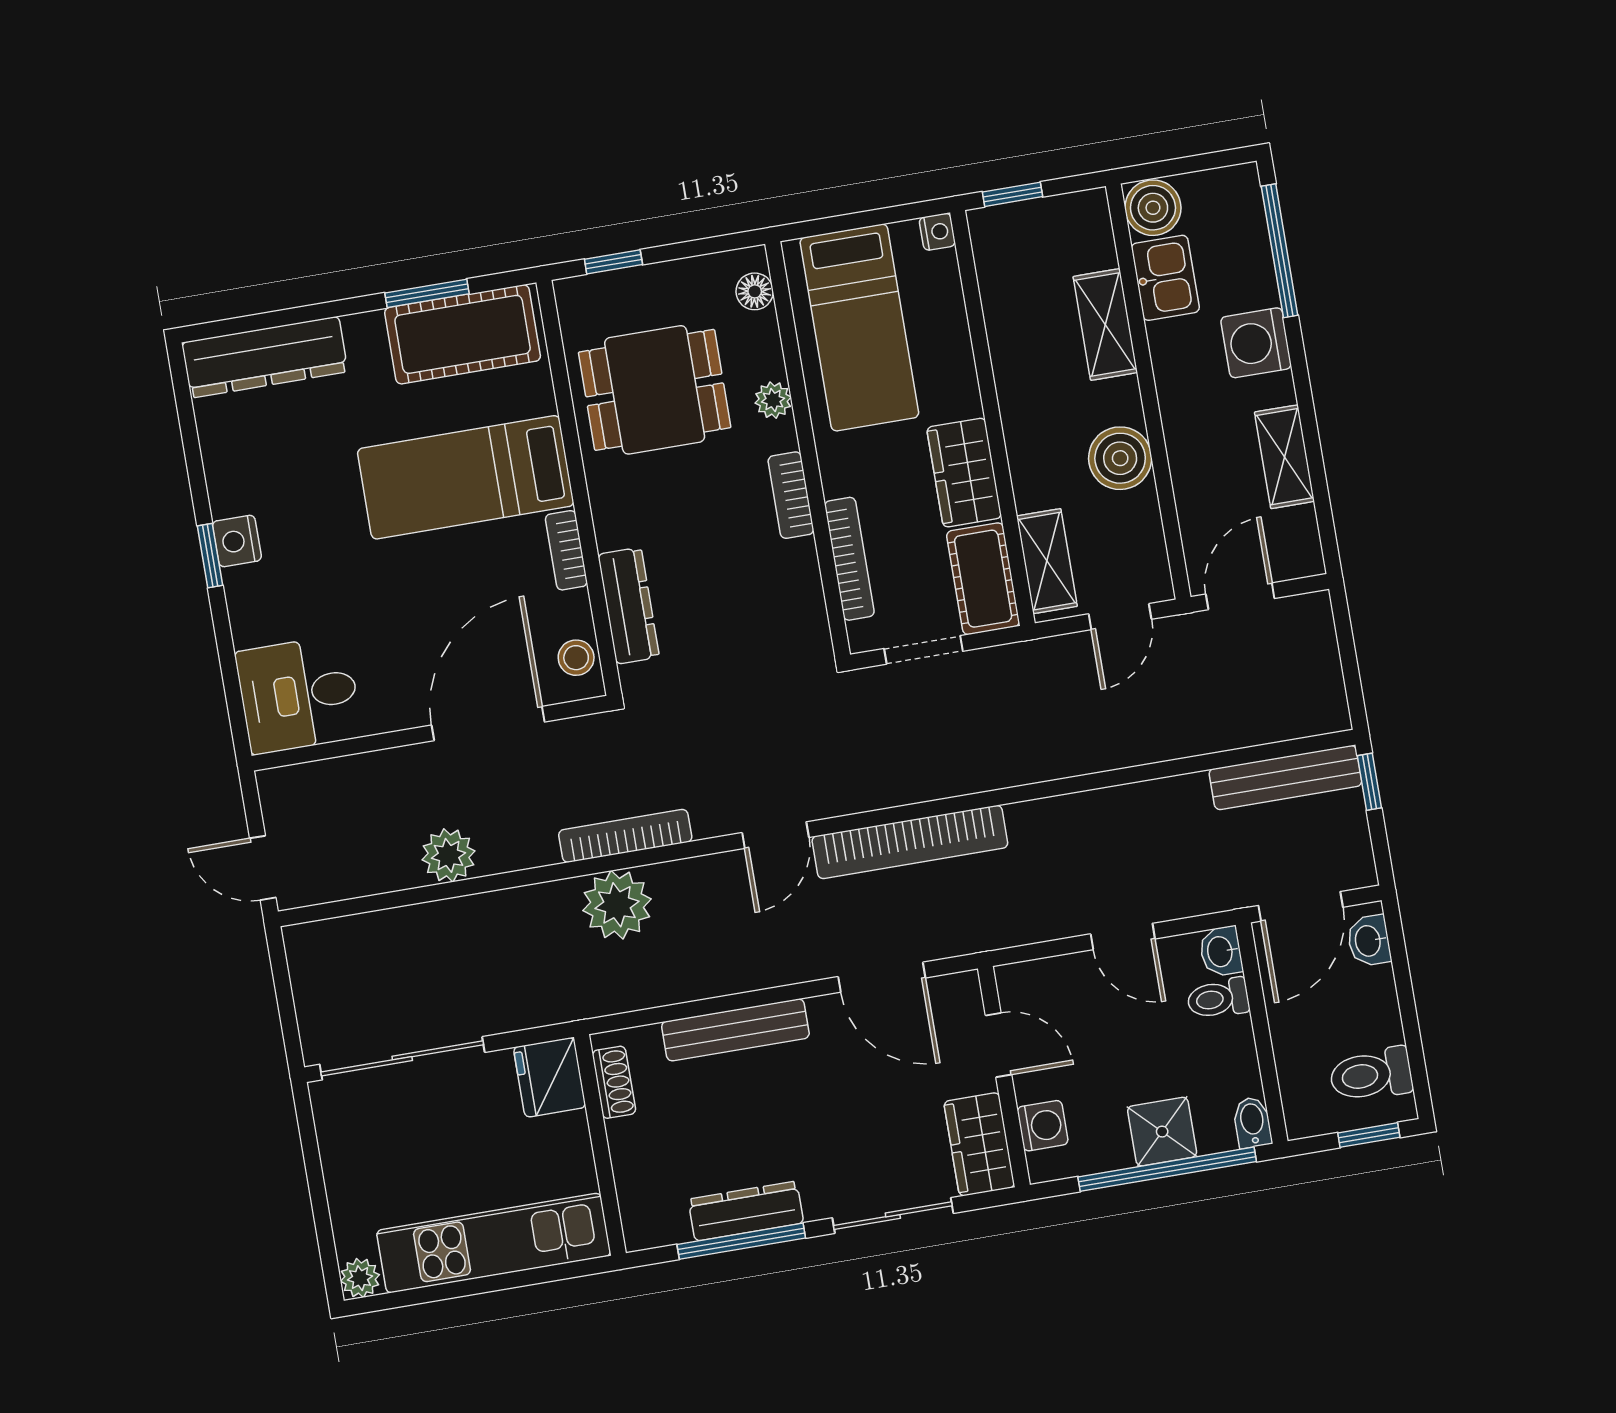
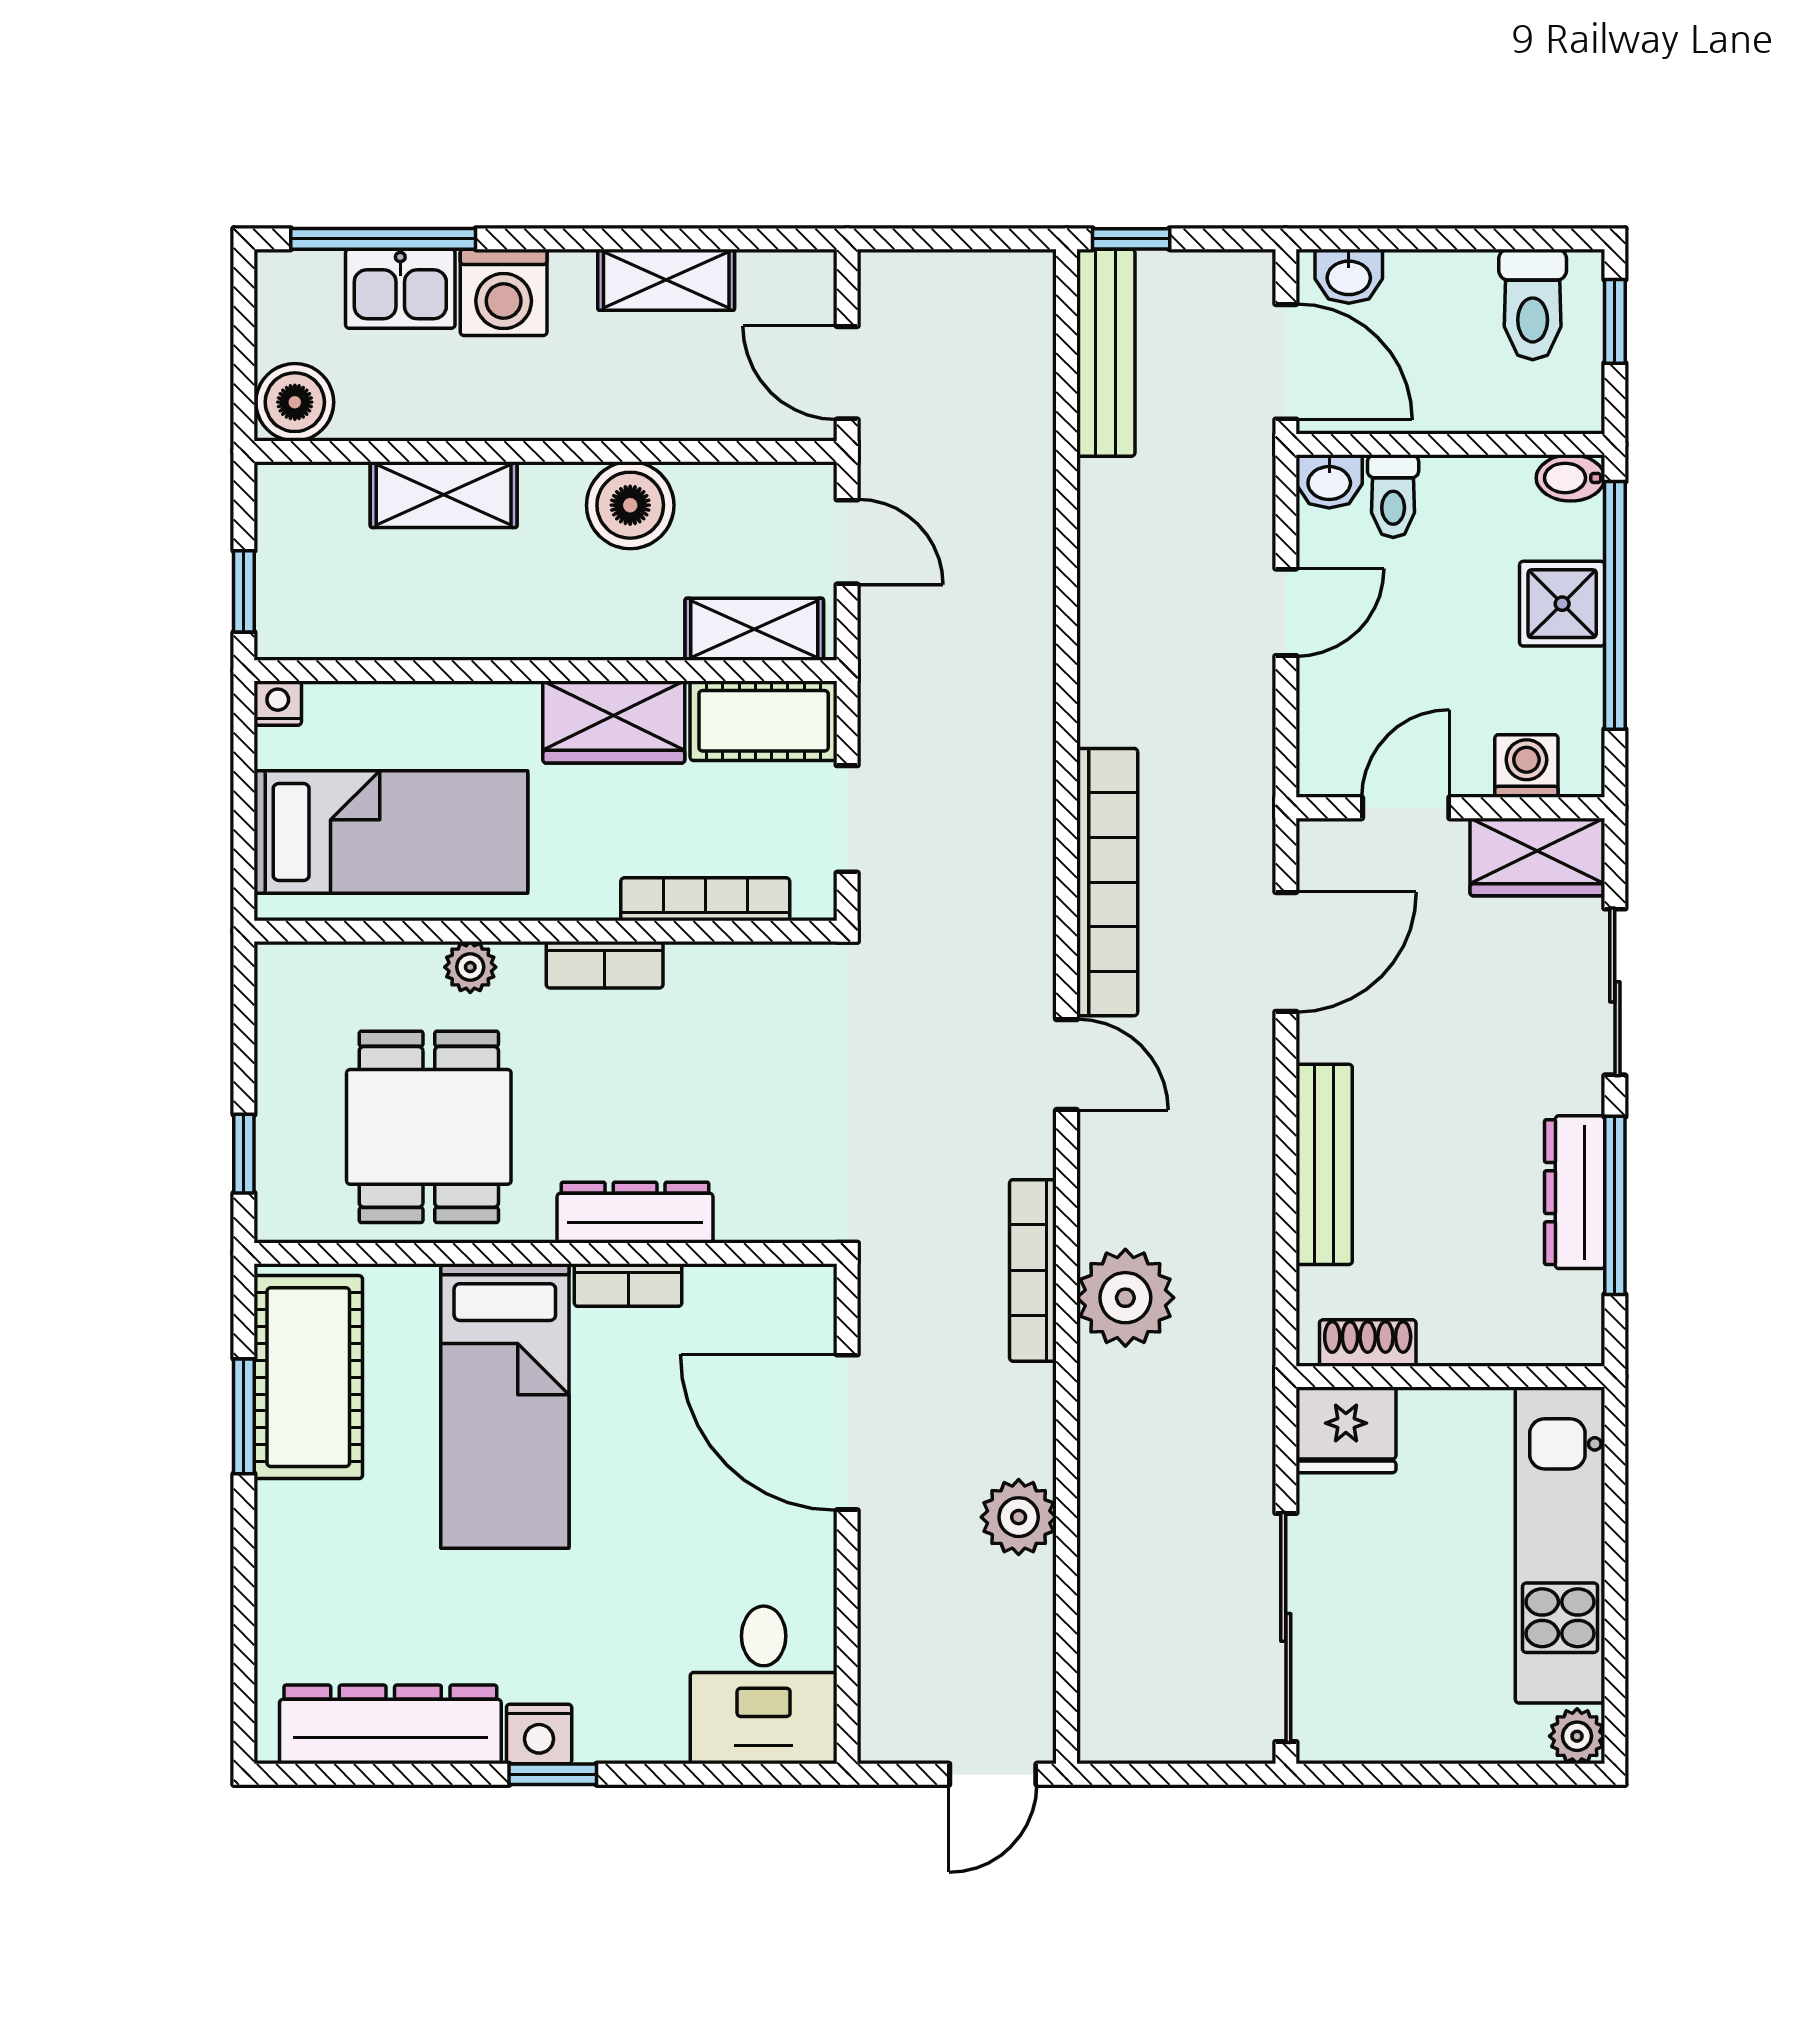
kitchen sink: (1165, 278) -> (400, 289), moved, turned 180
floor lamp: (755, 291) -> (317, 967), removed
dresser: (265, 357) -> (390, 1724), moved, turned -90
dresser: (629, 606) -> (635, 1213), moved
stool: (576, 658) -> (777, 1296), removed

